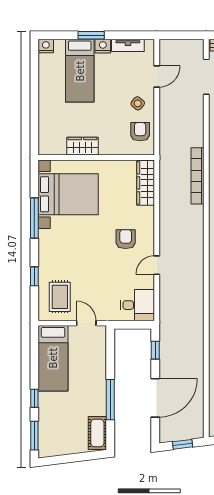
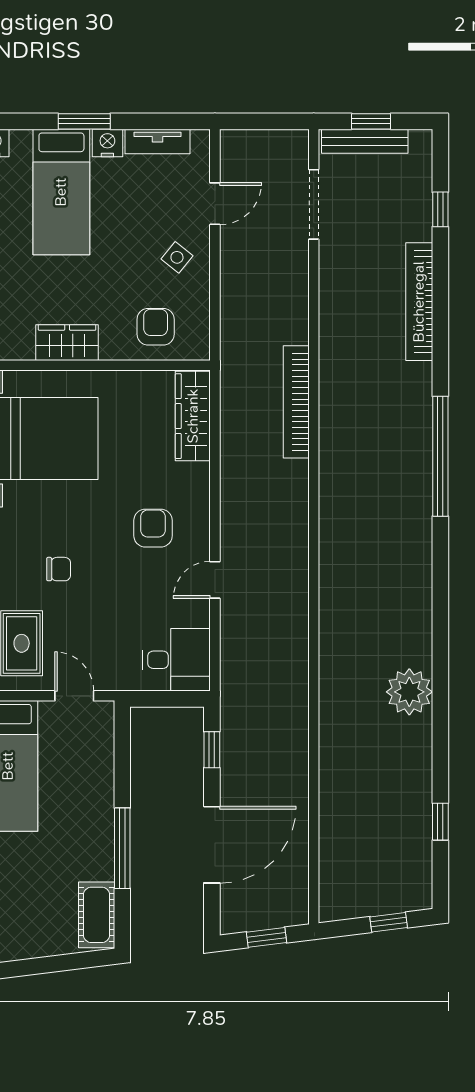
armchair: (140, 132) -> (156, 327), moved
chair: (78, 260) -> (59, 569), added

